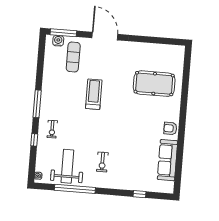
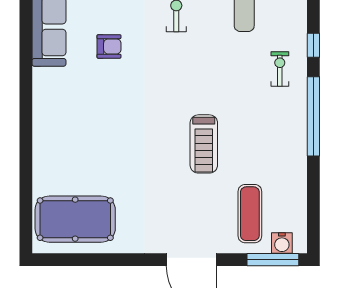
pool table: (154, 84) -> (75, 219), moved
window: (37, 104) -> (313, 116), width x1.46
armchair: (170, 128) -> (109, 46), moved

